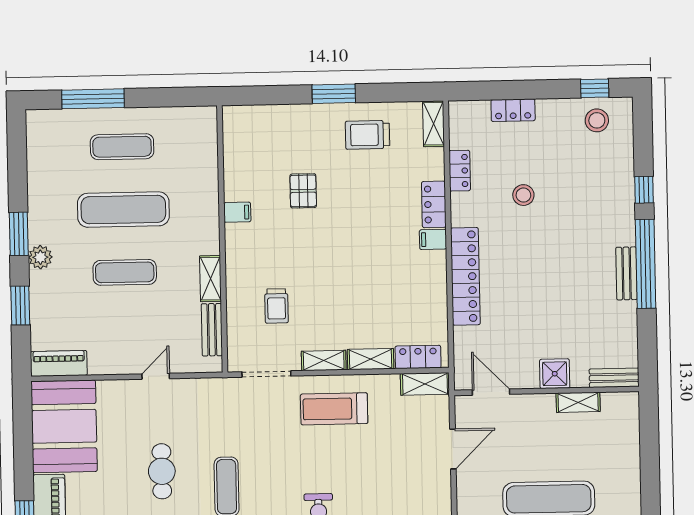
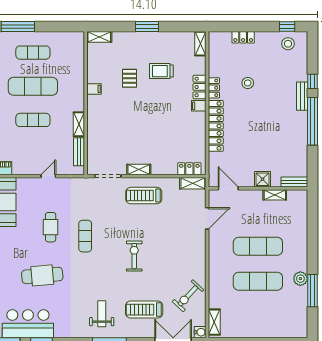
trolley: (367, 135) -> (161, 71), moved
locker: (460, 171) -> (214, 88), moved
bench: (626, 273) -> (302, 96), moved
trolley: (276, 306) -> (114, 140), removed
shelving: (371, 359) -> (99, 37), moved

